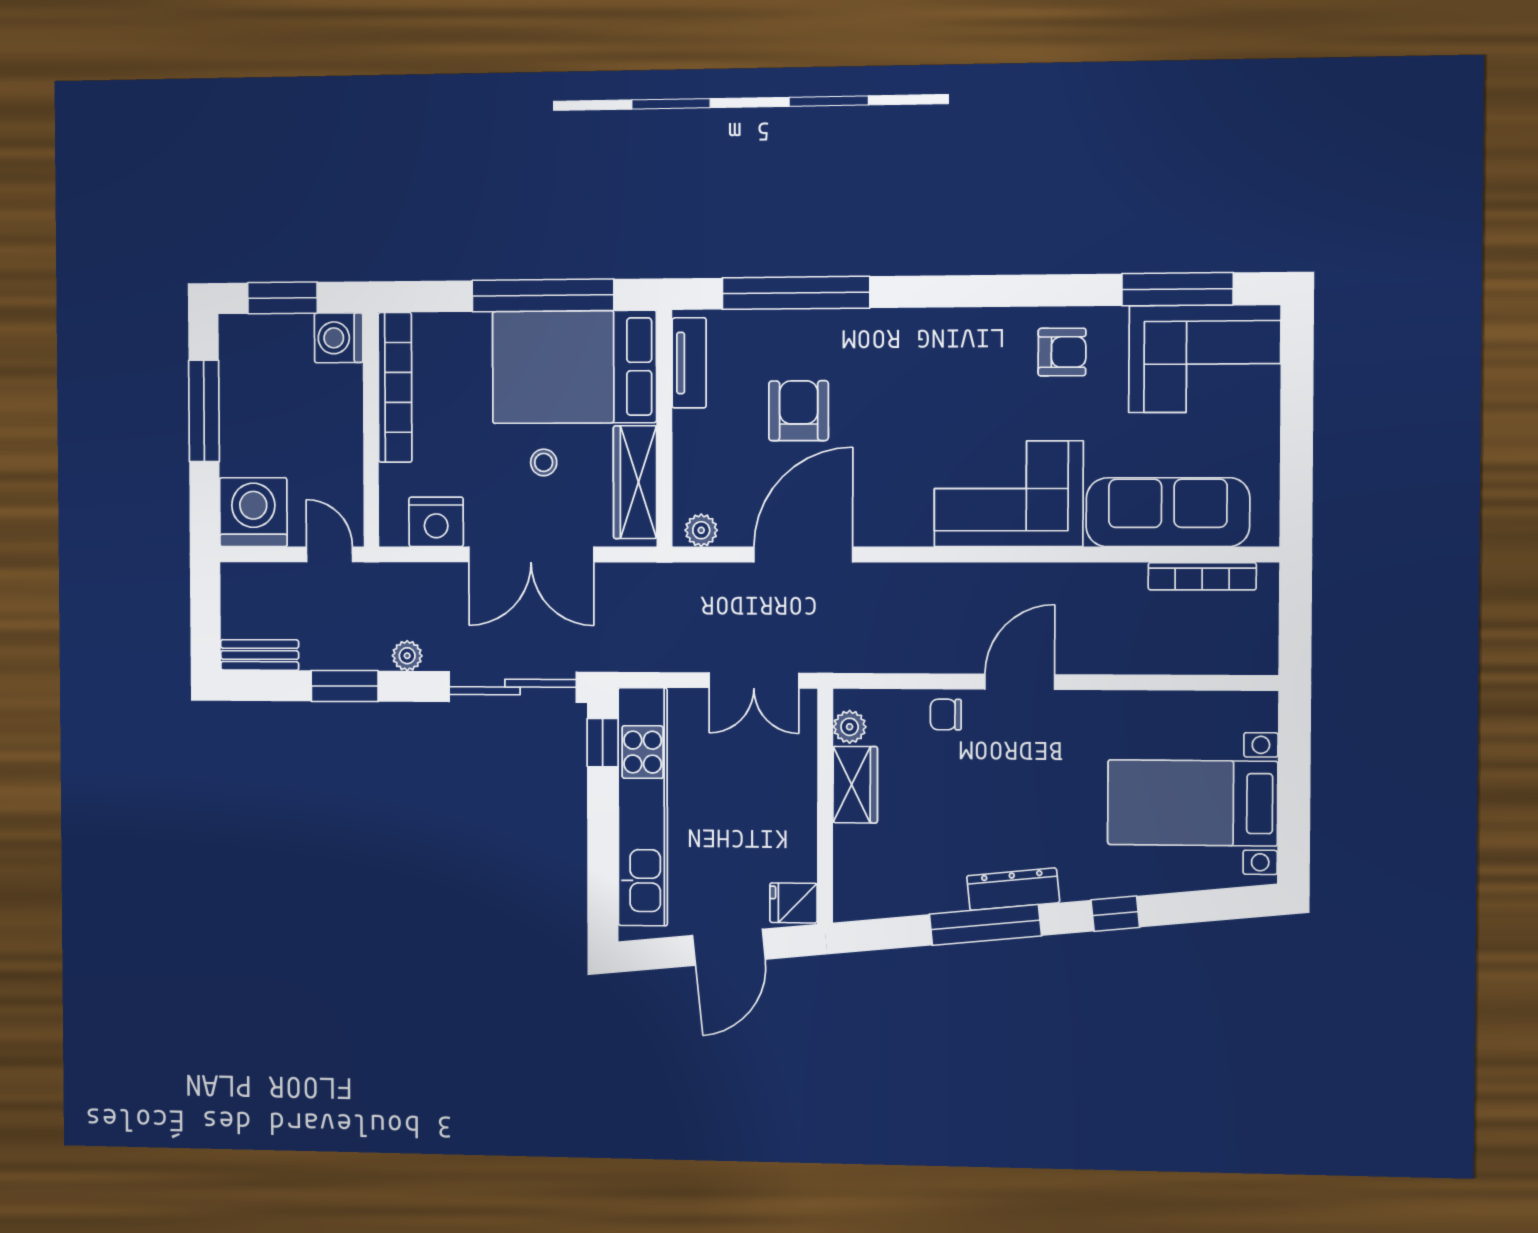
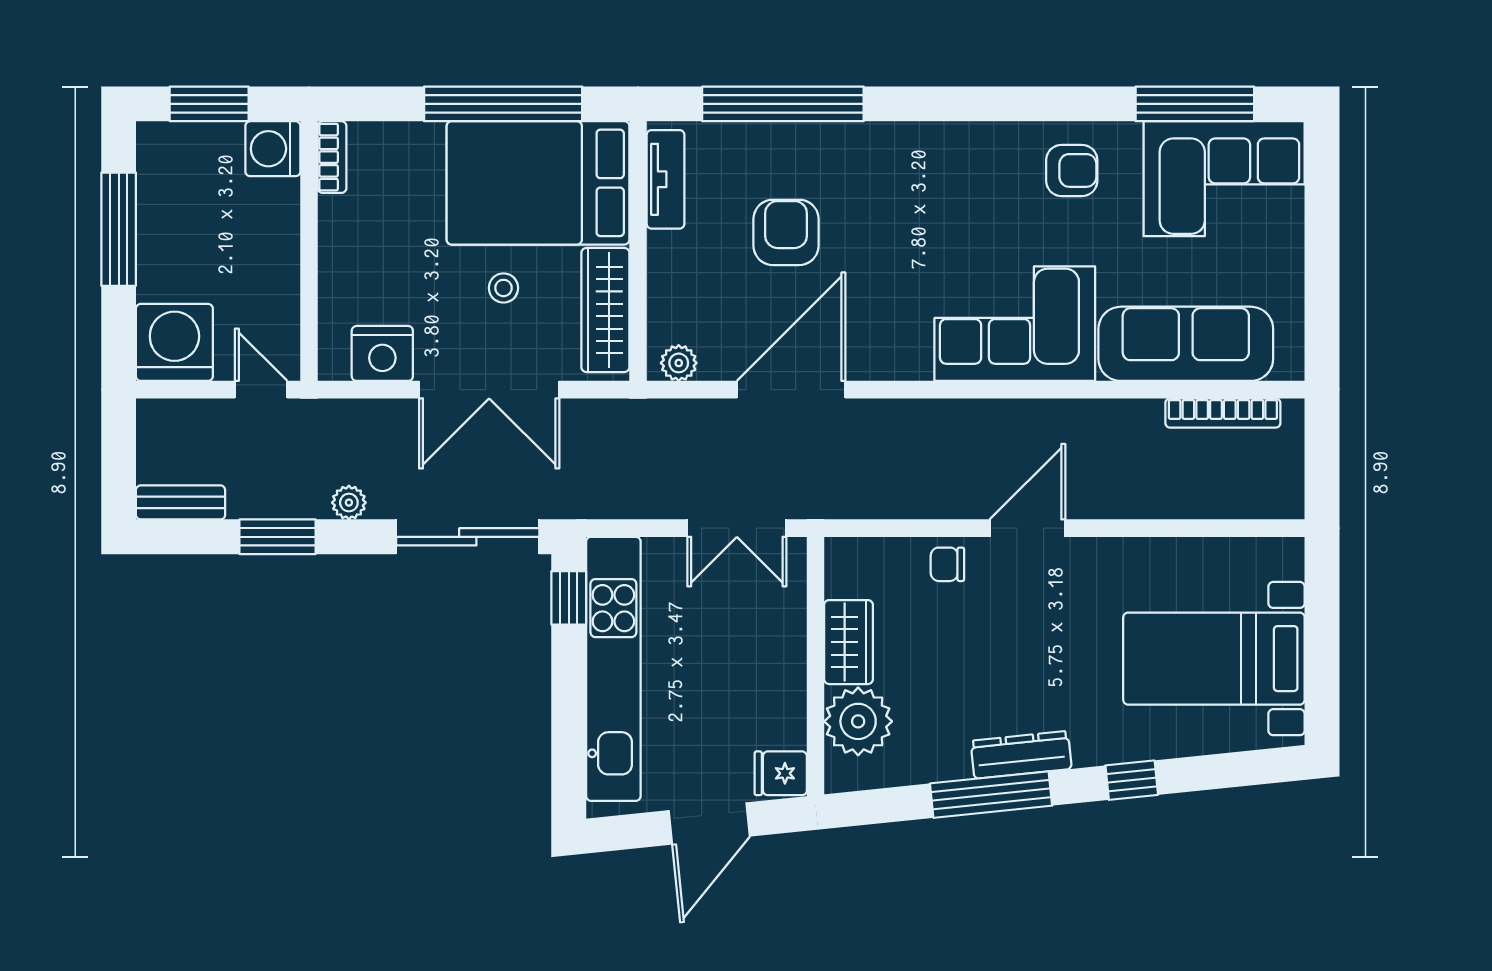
bookcase: (395, 387) -> (332, 157), width x0.43, depth x0.76
plant: (850, 727) -> (858, 721), moved, width x1.88, depth x1.88

